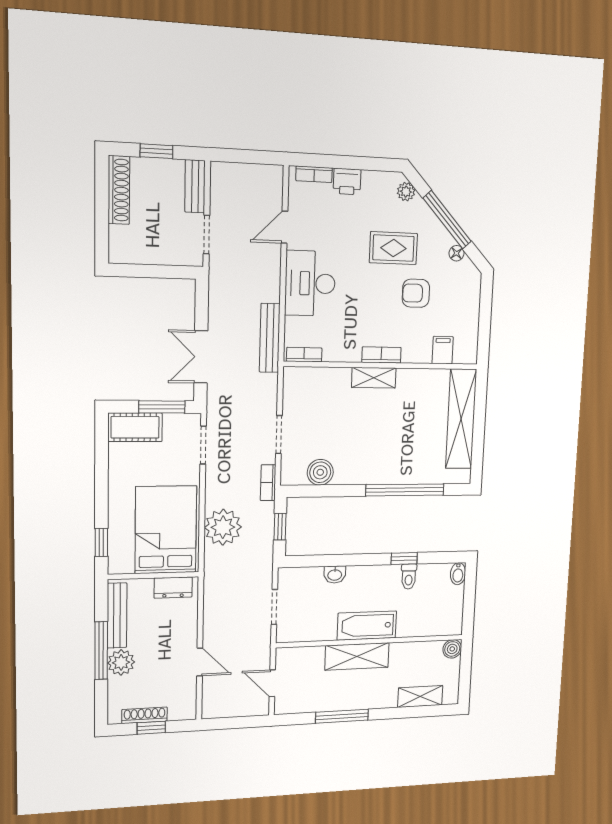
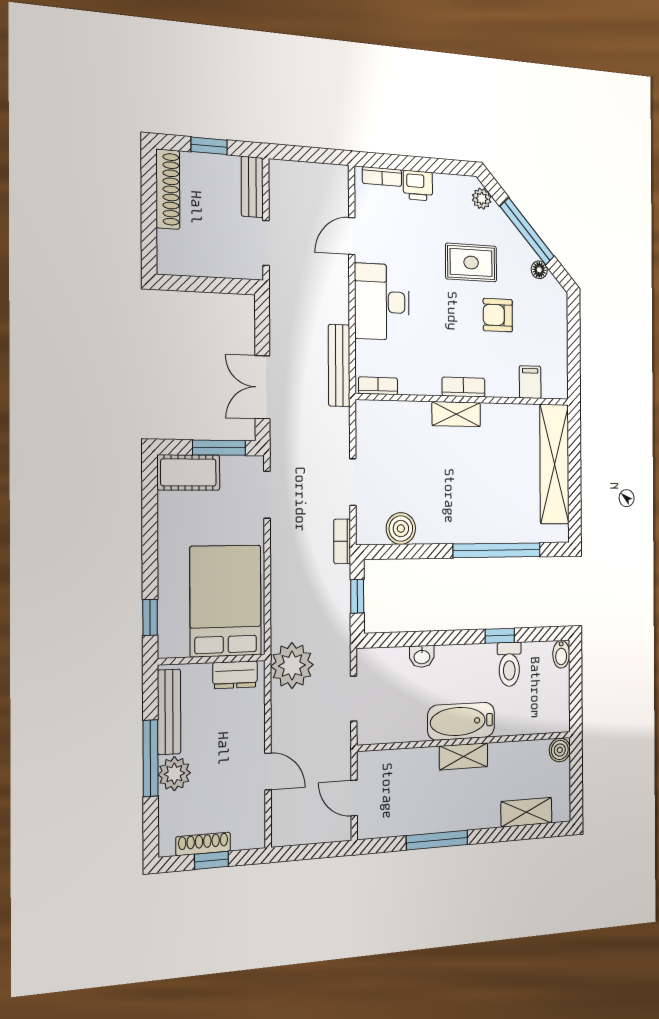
plant: (223, 527) -> (292, 665), moved
toilet: (409, 577) -> (509, 664), width x1.37, depth x1.39
shelving: (357, 656) -> (464, 756), width x0.67, depth x0.75

